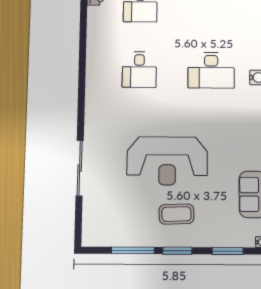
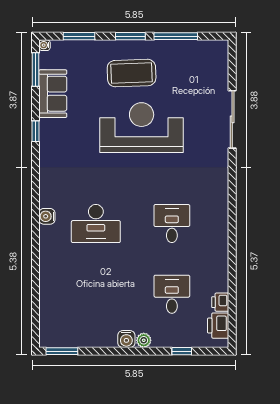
desk: (211, 70) -> (96, 224), turned 180
coffee table: (176, 214) -> (132, 73), width x1.36, depth x1.32

